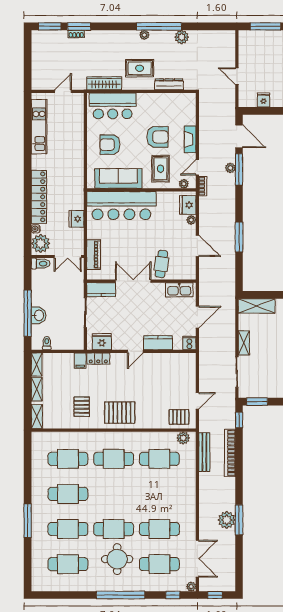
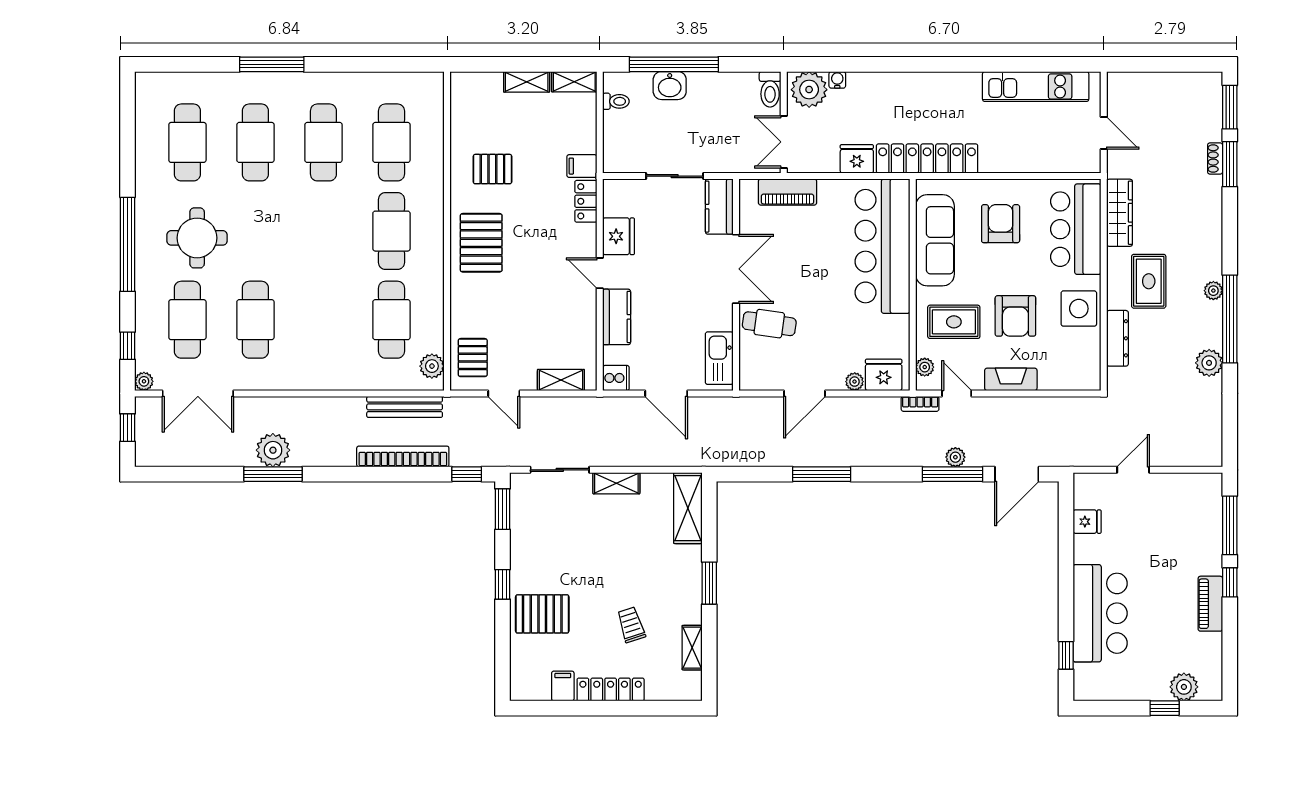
side table: (154, 104) -> (1079, 309), added
locker: (39, 197) -> (927, 159), moved, turned 180
fridge: (102, 342) -> (619, 236), moved
shelving: (37, 417) -> (561, 380), moved
cafe table: (114, 529) -> (255, 231), removed

